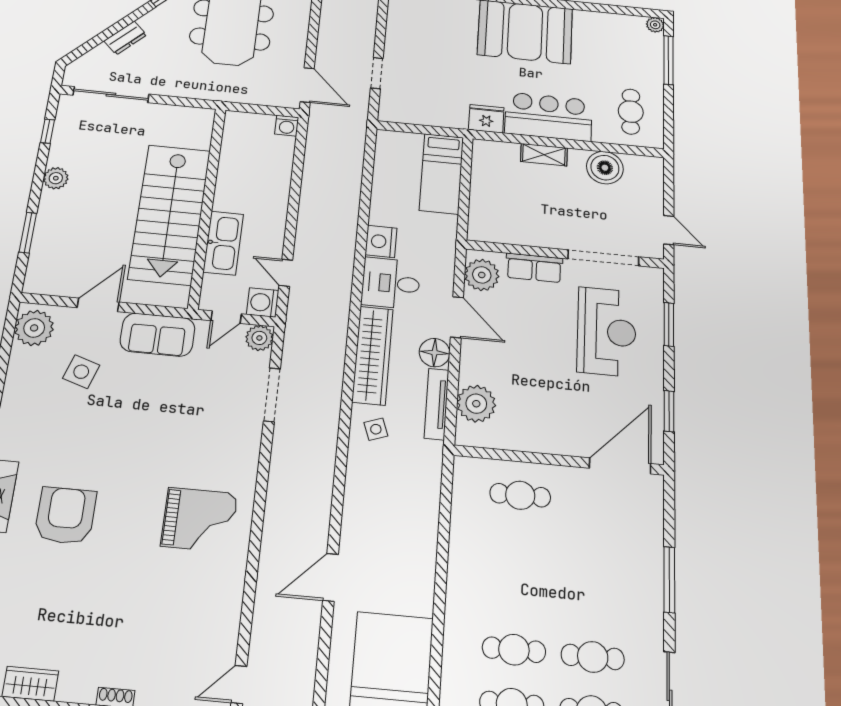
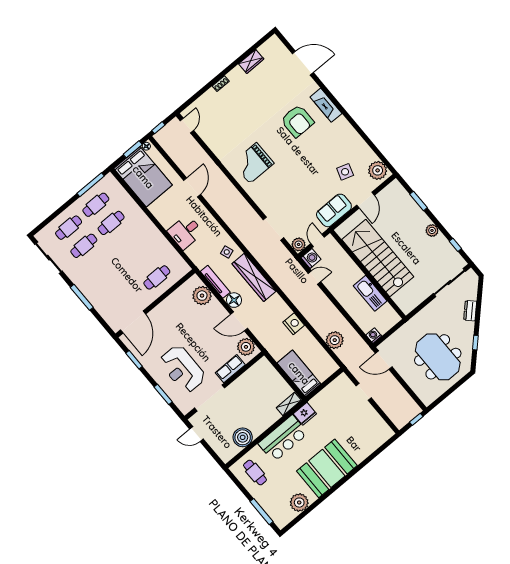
plant: (655, 25) -> (299, 503), moved, width x1.87, depth x1.87
shelving: (544, 155) -> (289, 404), moved
plant: (346, 169) -> (335, 340), added
kitchen sink: (223, 243) -> (370, 293), moved
desk: (391, 283) -> (185, 232), moved, turned 180

